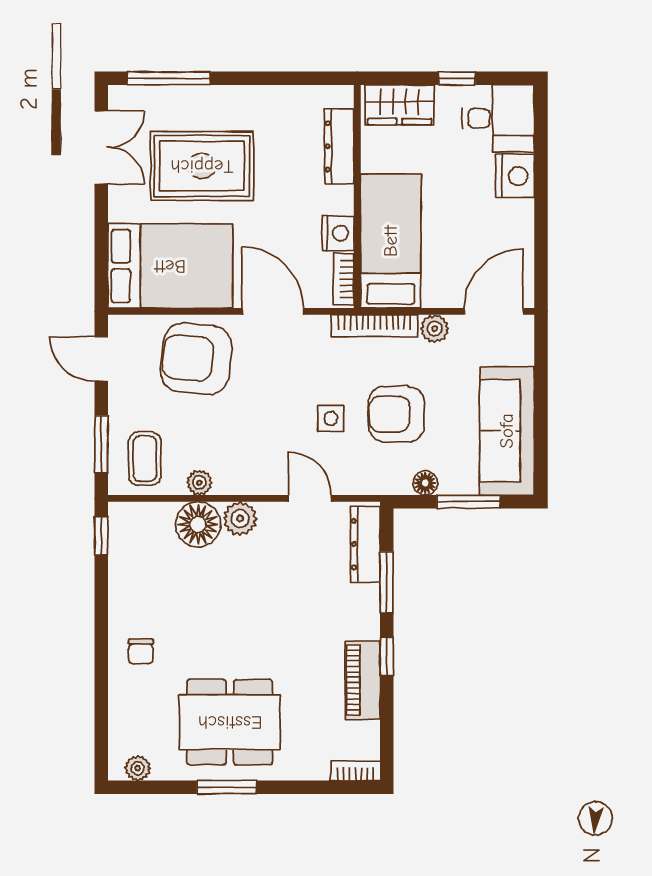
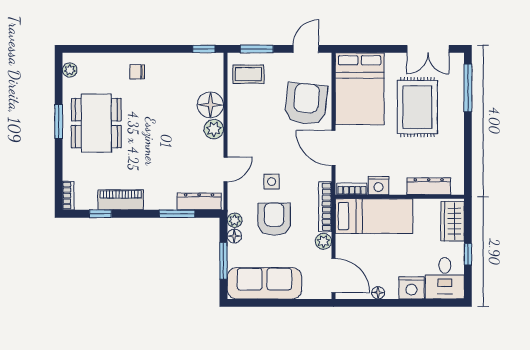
floor lamp: (524, 234) -> (378, 293), added
door: (273, 311) -> (333, 148), swing flipped
plant: (199, 483) -> (235, 220), moved
window: (387, 656) -> (100, 214), moved

